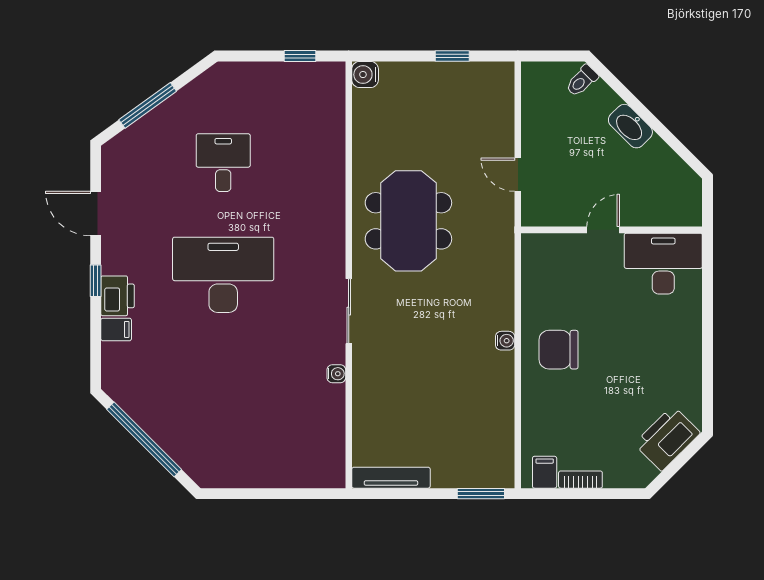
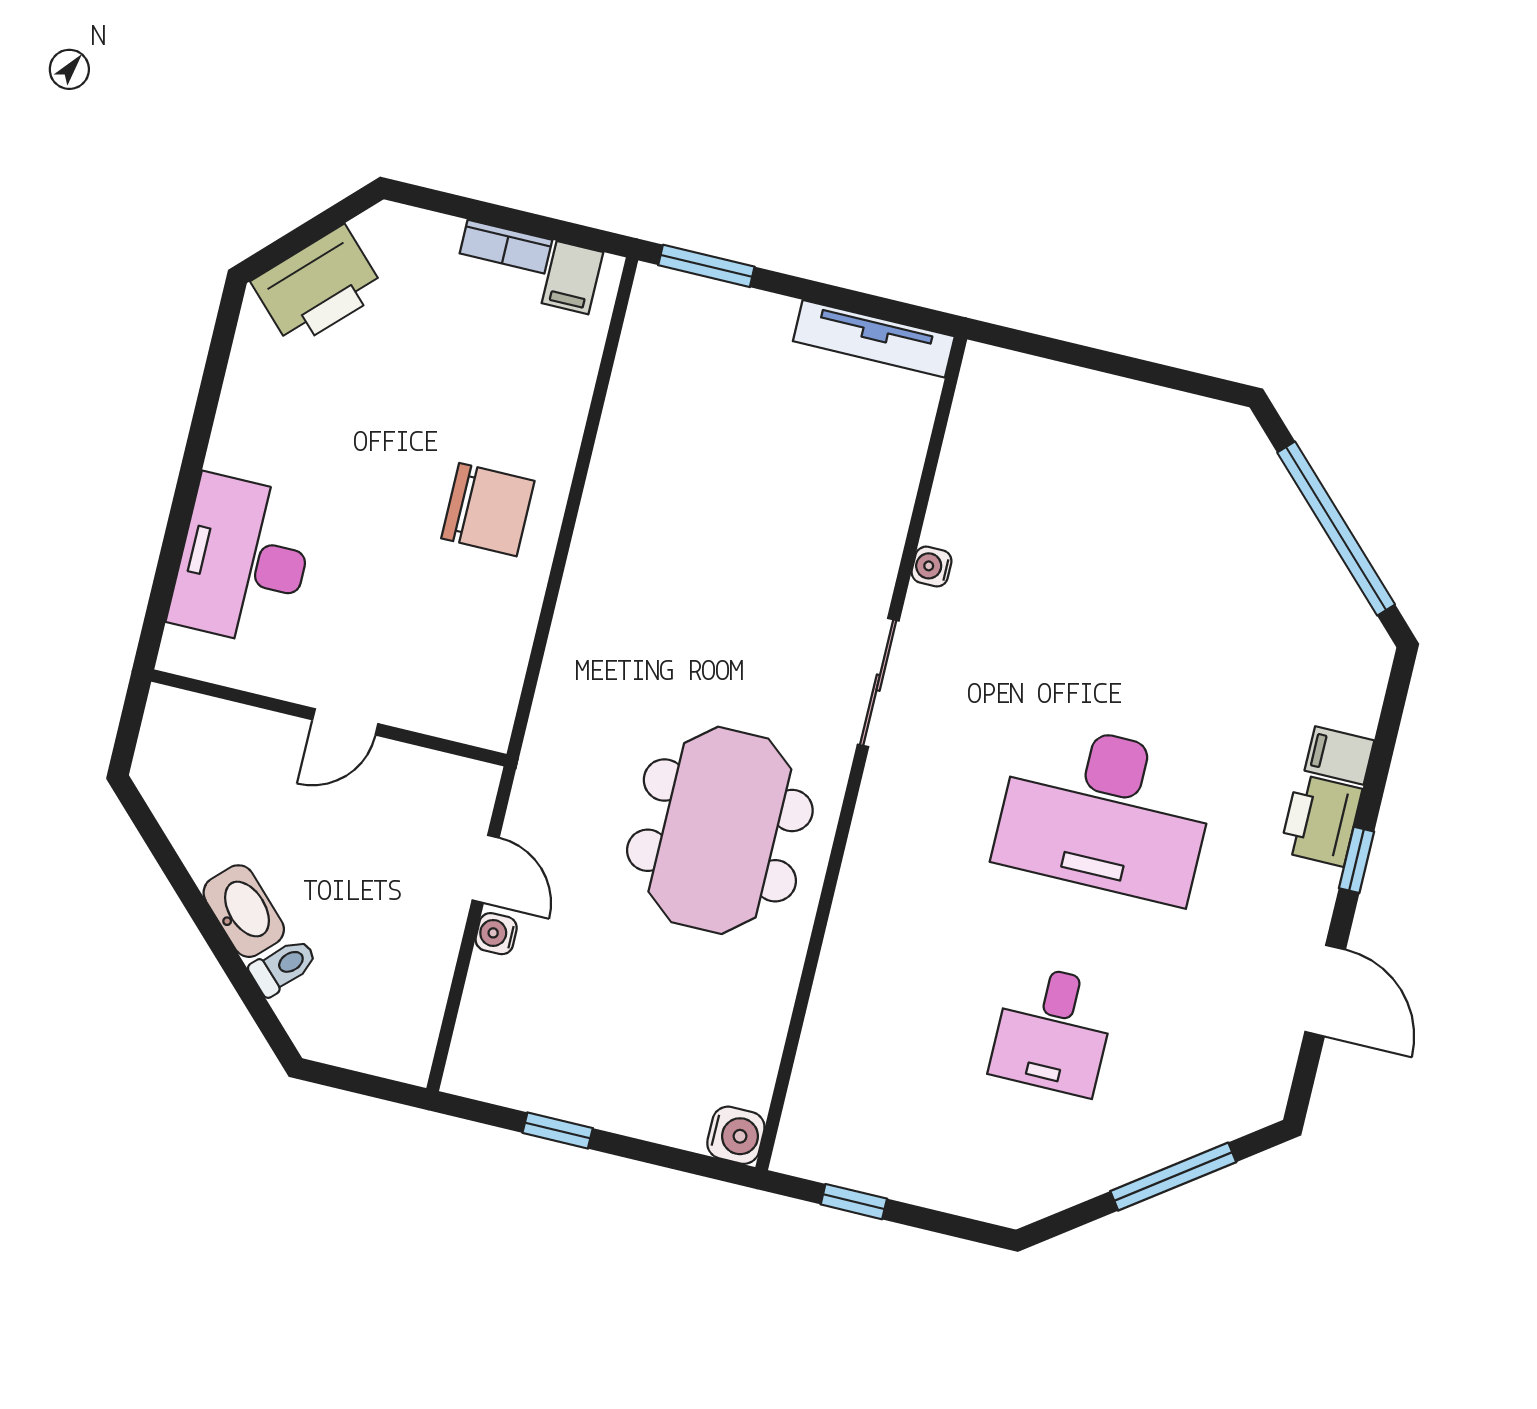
toilet: (582, 81) -> (283, 967), moved
desk: (663, 264) -> (243, 560), moved, turned 90
water cooler: (505, 341) -> (496, 934), moved

